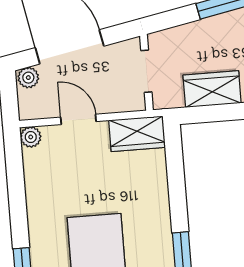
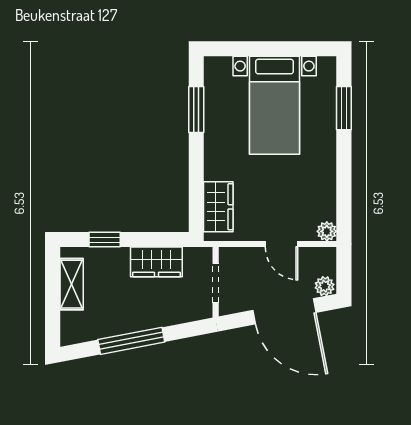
wardrobe: (137, 134) -> (218, 207), moved, turned 90

